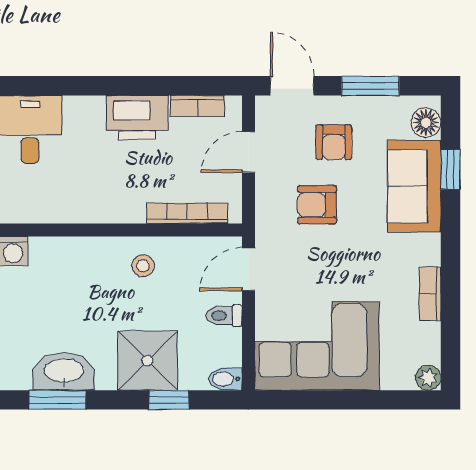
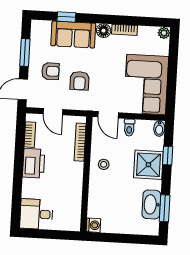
floor lamp: (426, 123) -> (104, 31), moved

